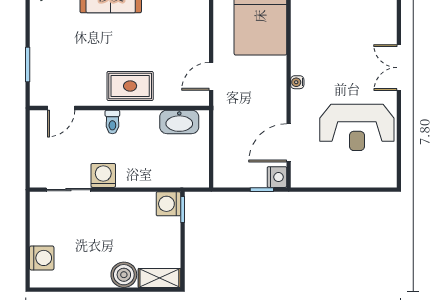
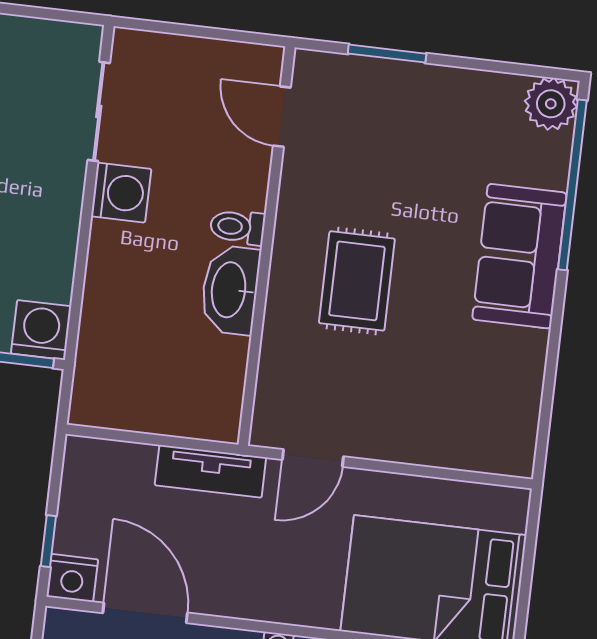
door: (211, 76) -> (313, 458), swing flipped
rug: (130, 86) -> (357, 281), moved
tv unit: (222, 121) -> (210, 471), added
washbasin: (179, 122) -> (230, 290), moved

